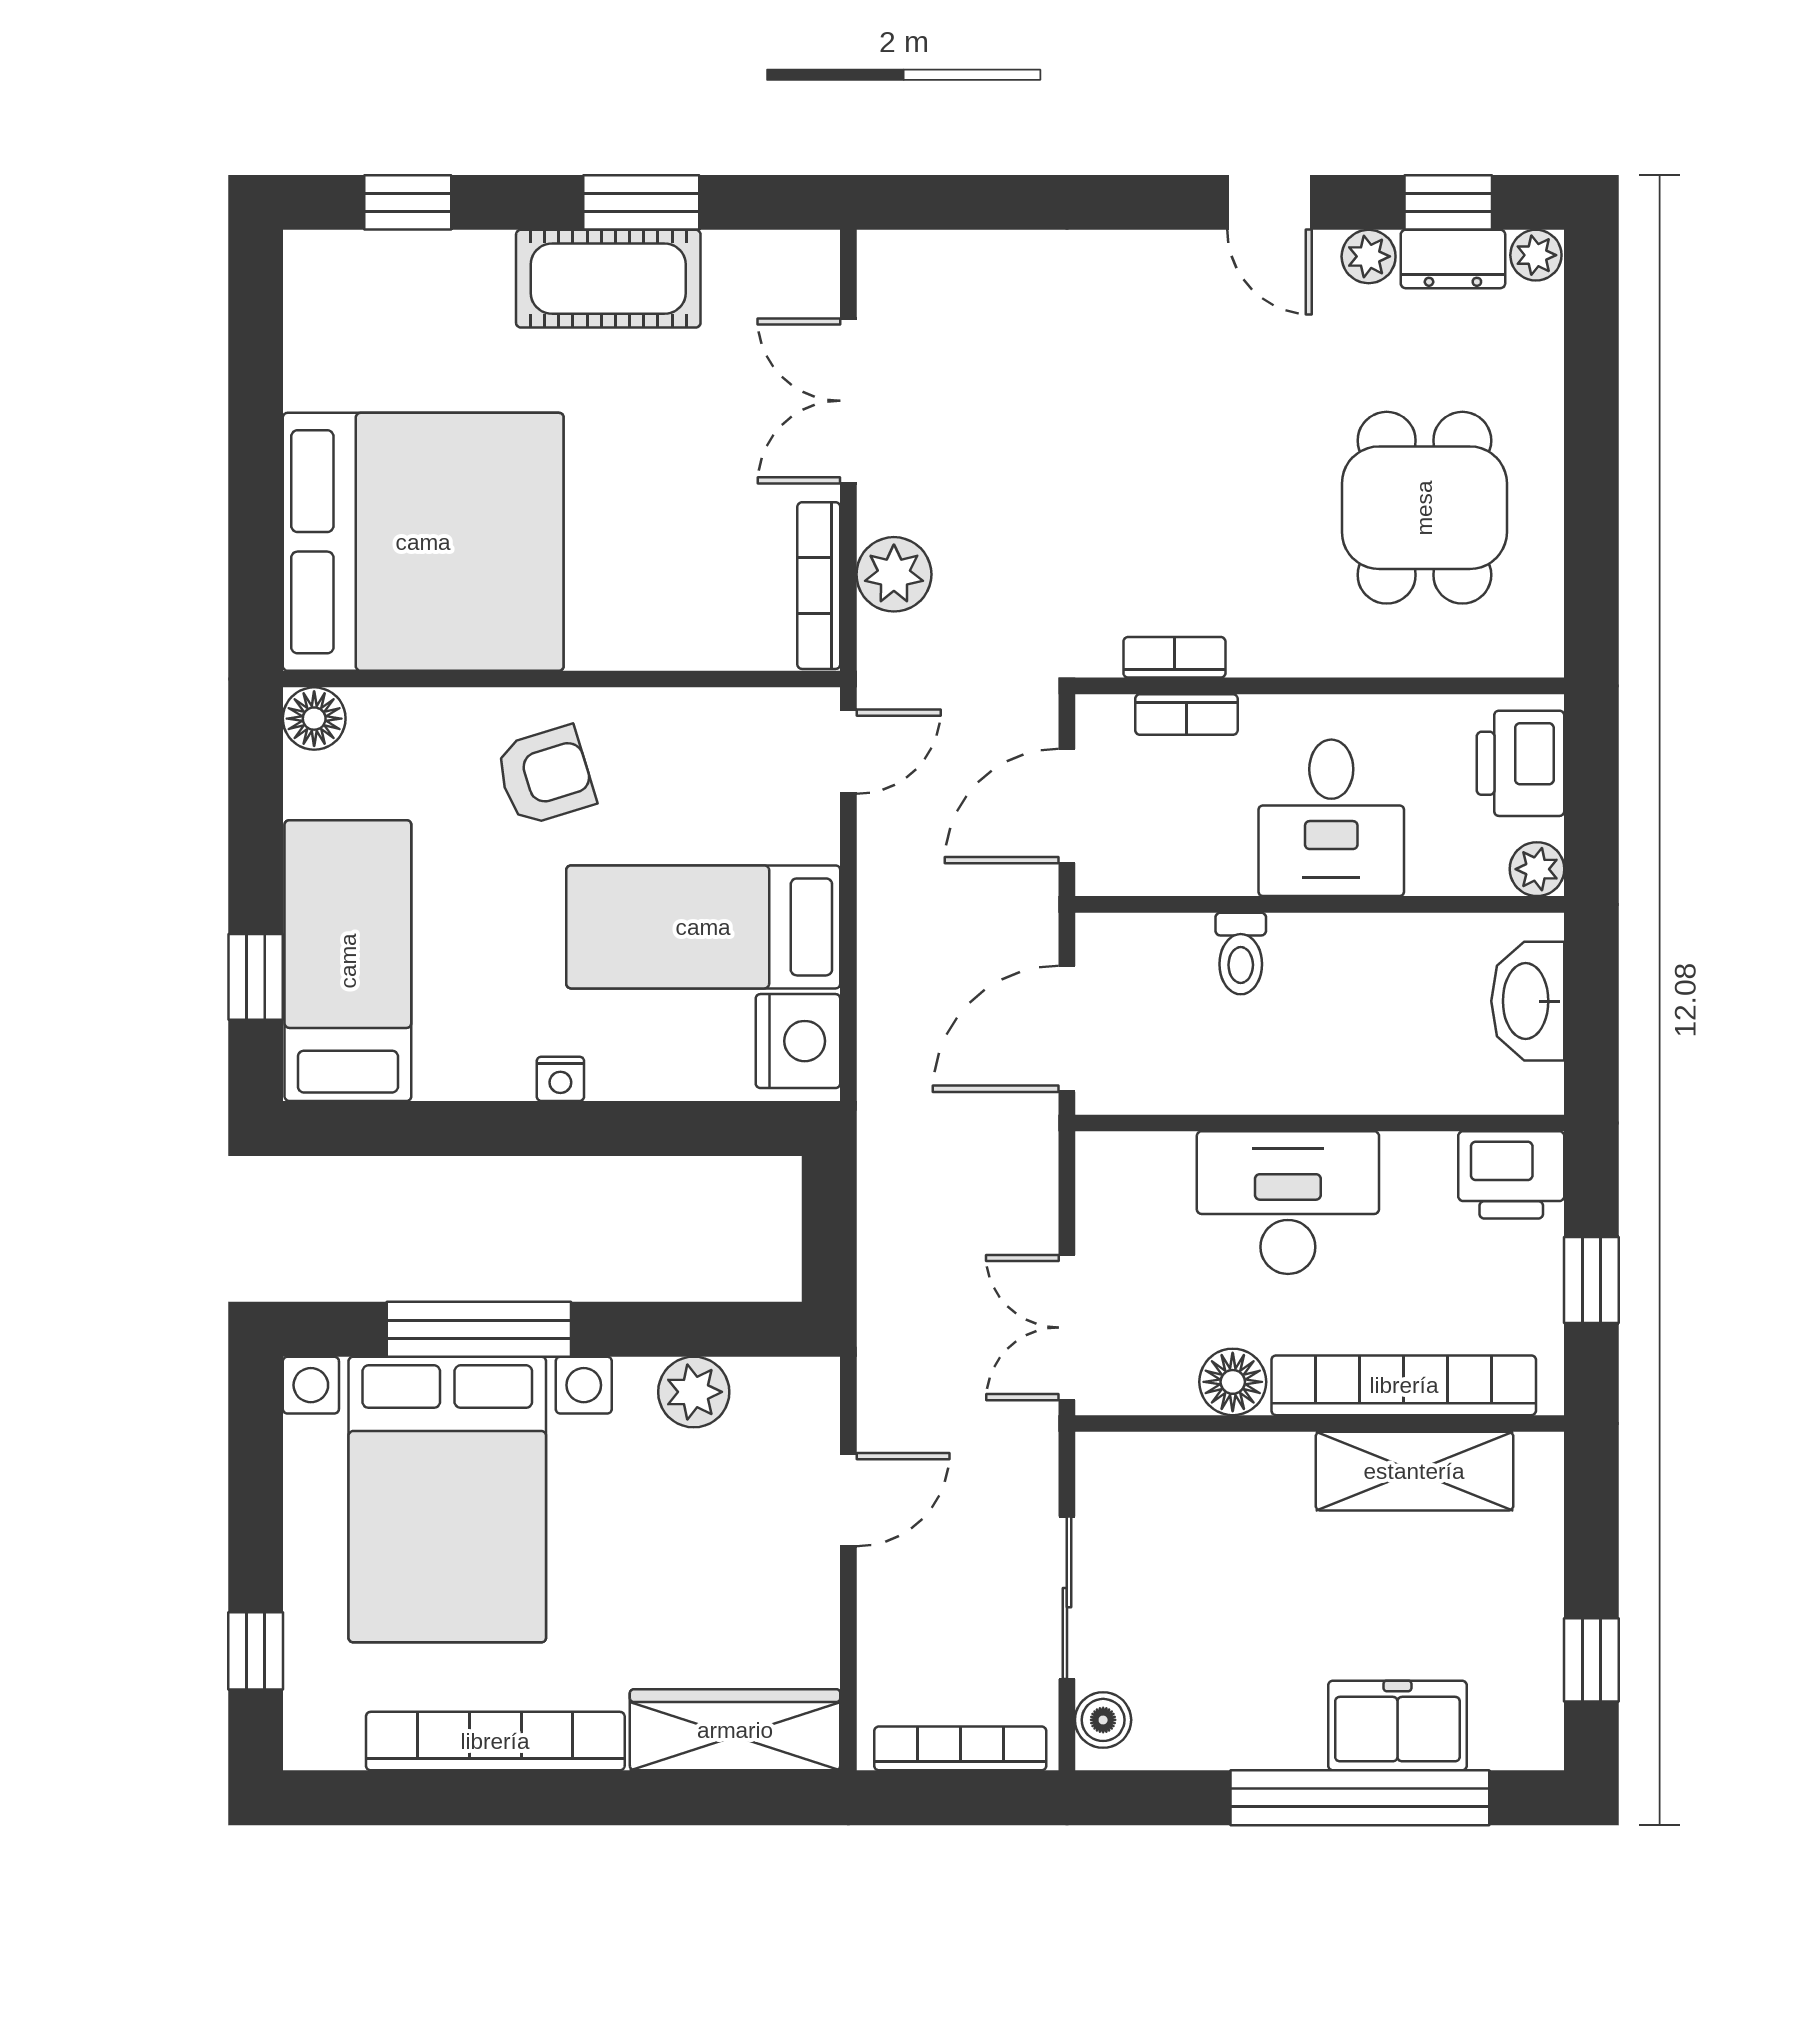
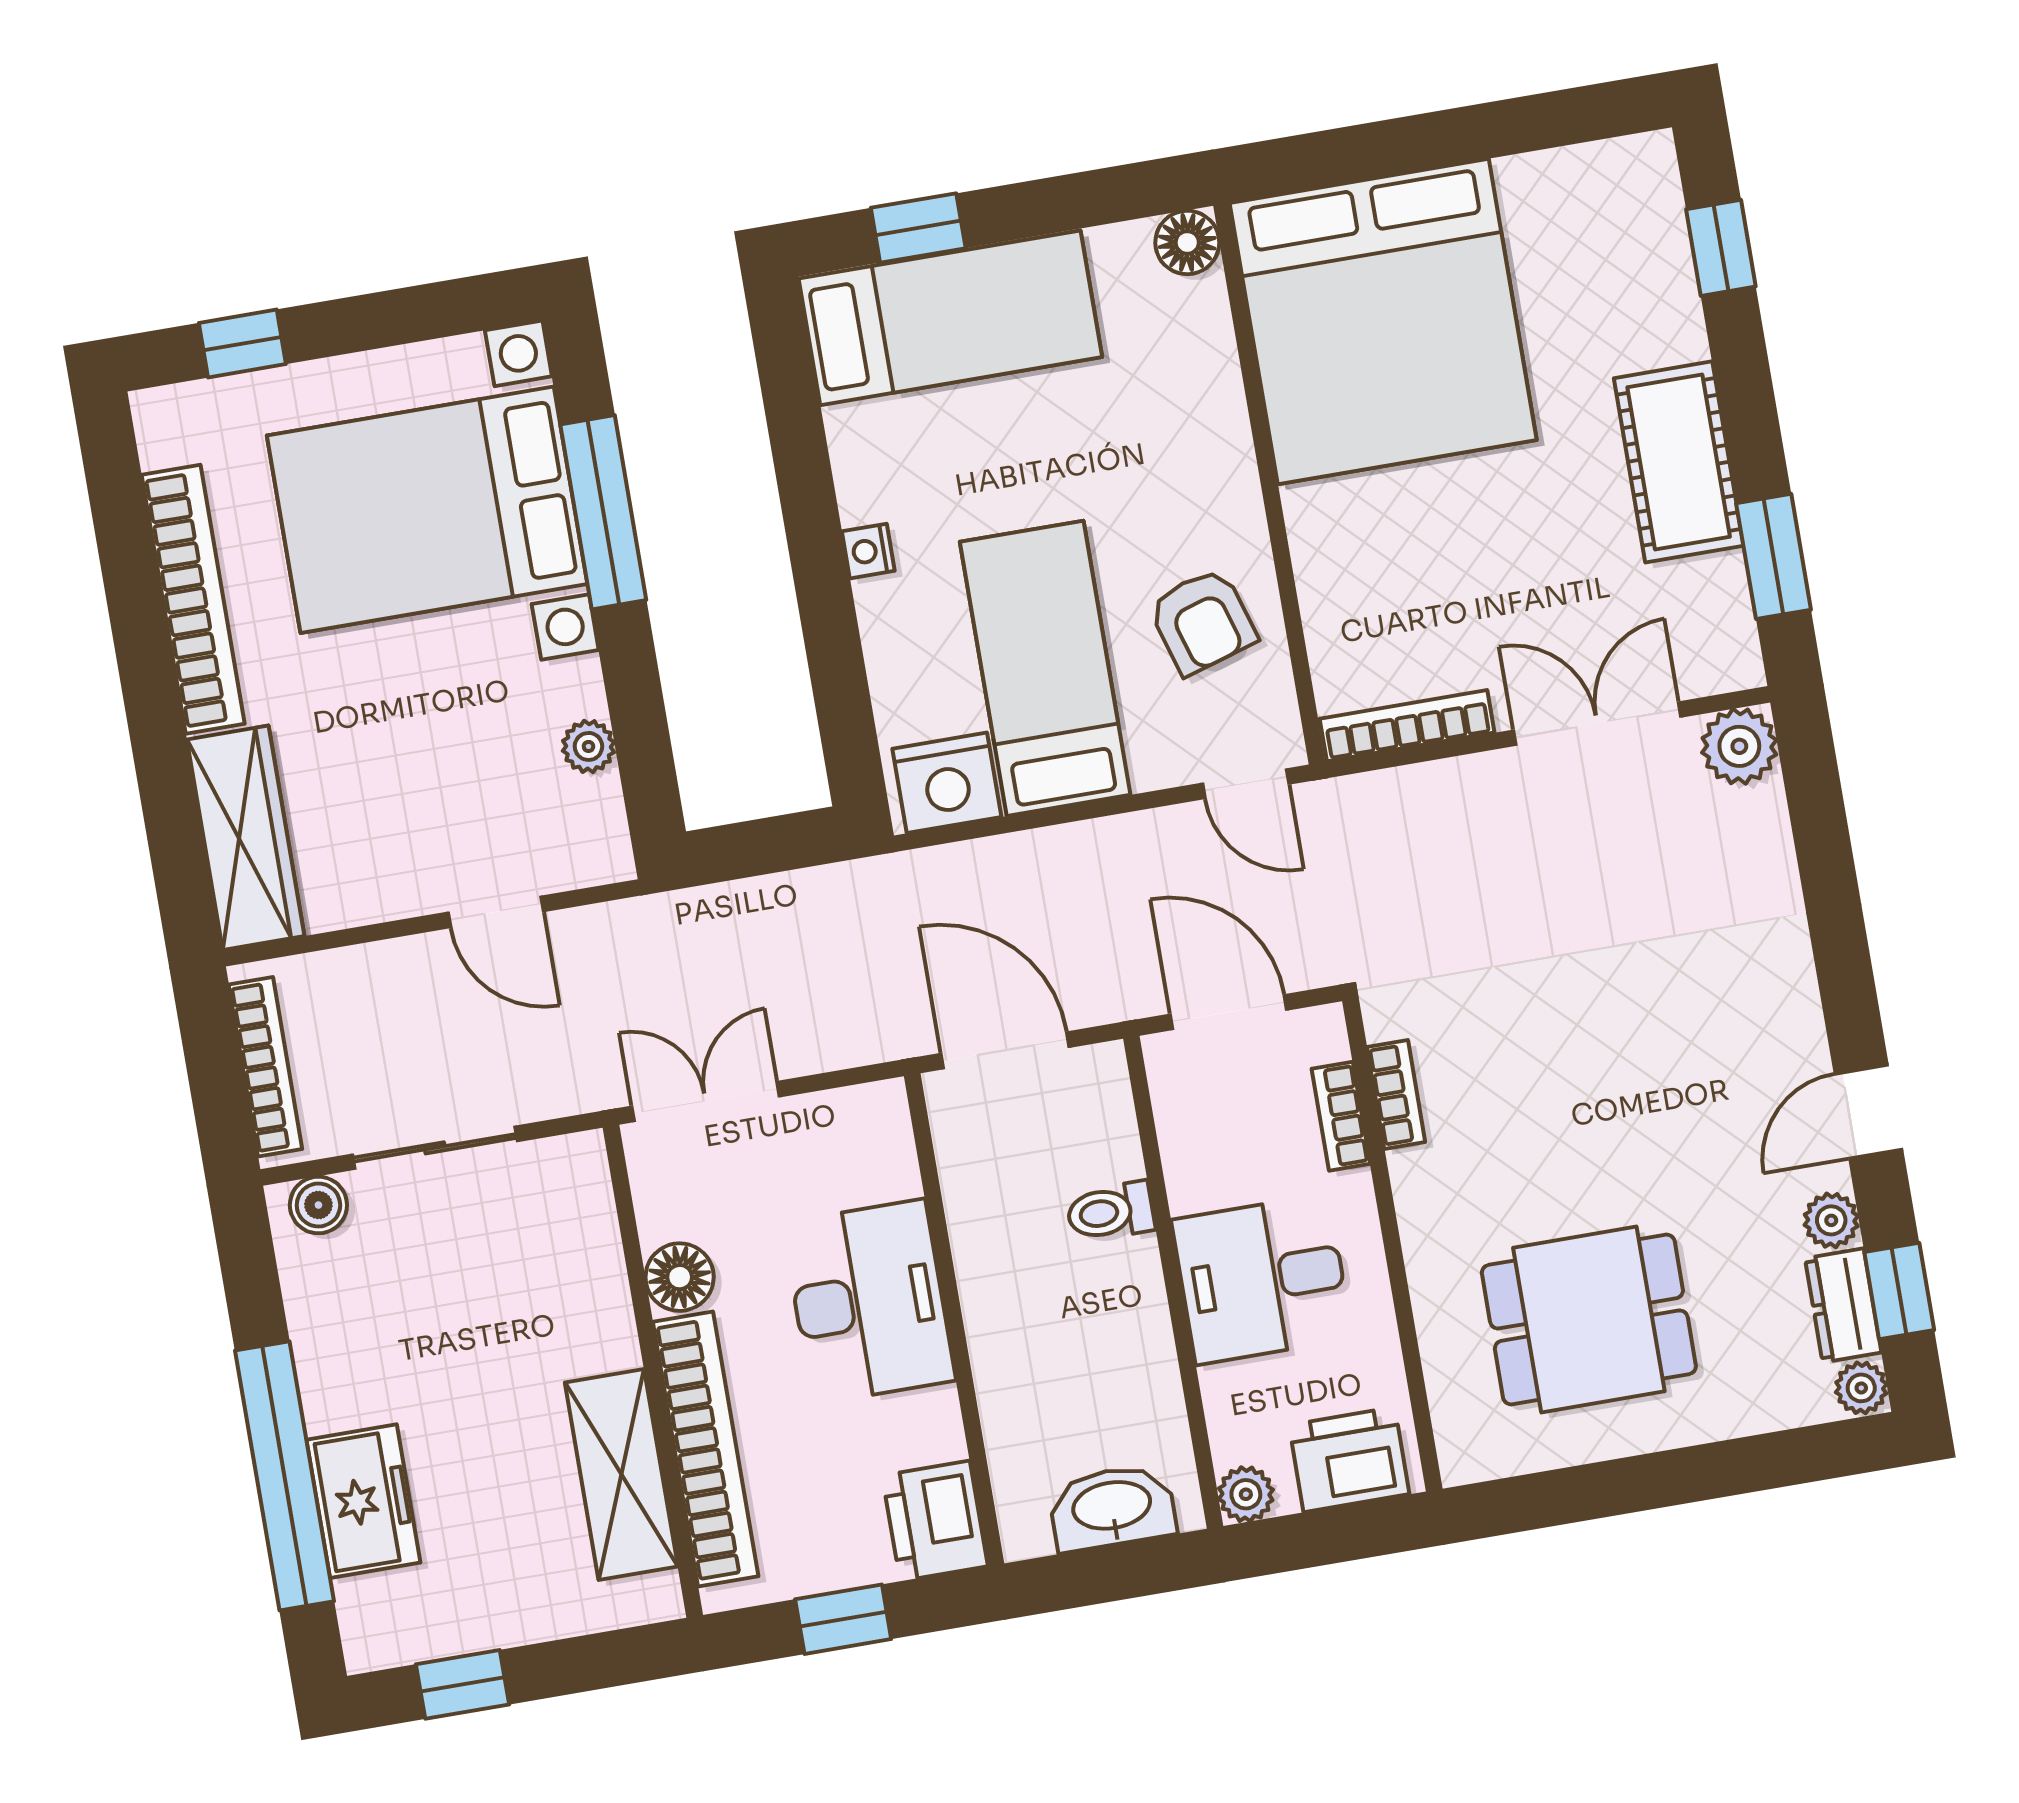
window: (641, 202) -> (1774, 556), moved
plant: (894, 574) -> (1739, 746), moved
armchair: (545, 776) -> (1202, 621), moved
plant: (694, 1392) -> (588, 746), width x0.73, depth x0.73

